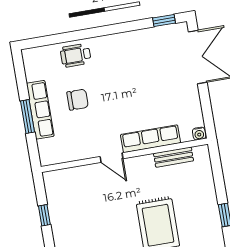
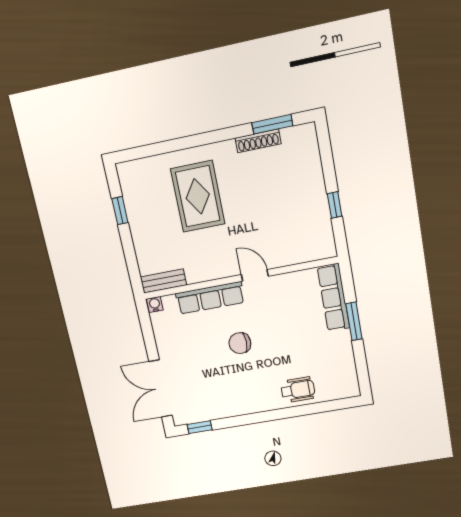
chair: (78, 100) -> (240, 343), moved
row of seats: (40, 110) -> (333, 298), moved
bench: (173, 157) -> (163, 281), moved

